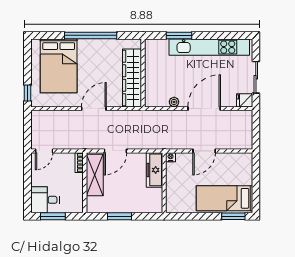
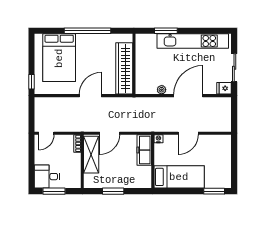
bed: (224, 198) -> (179, 177), moved, turned 180

